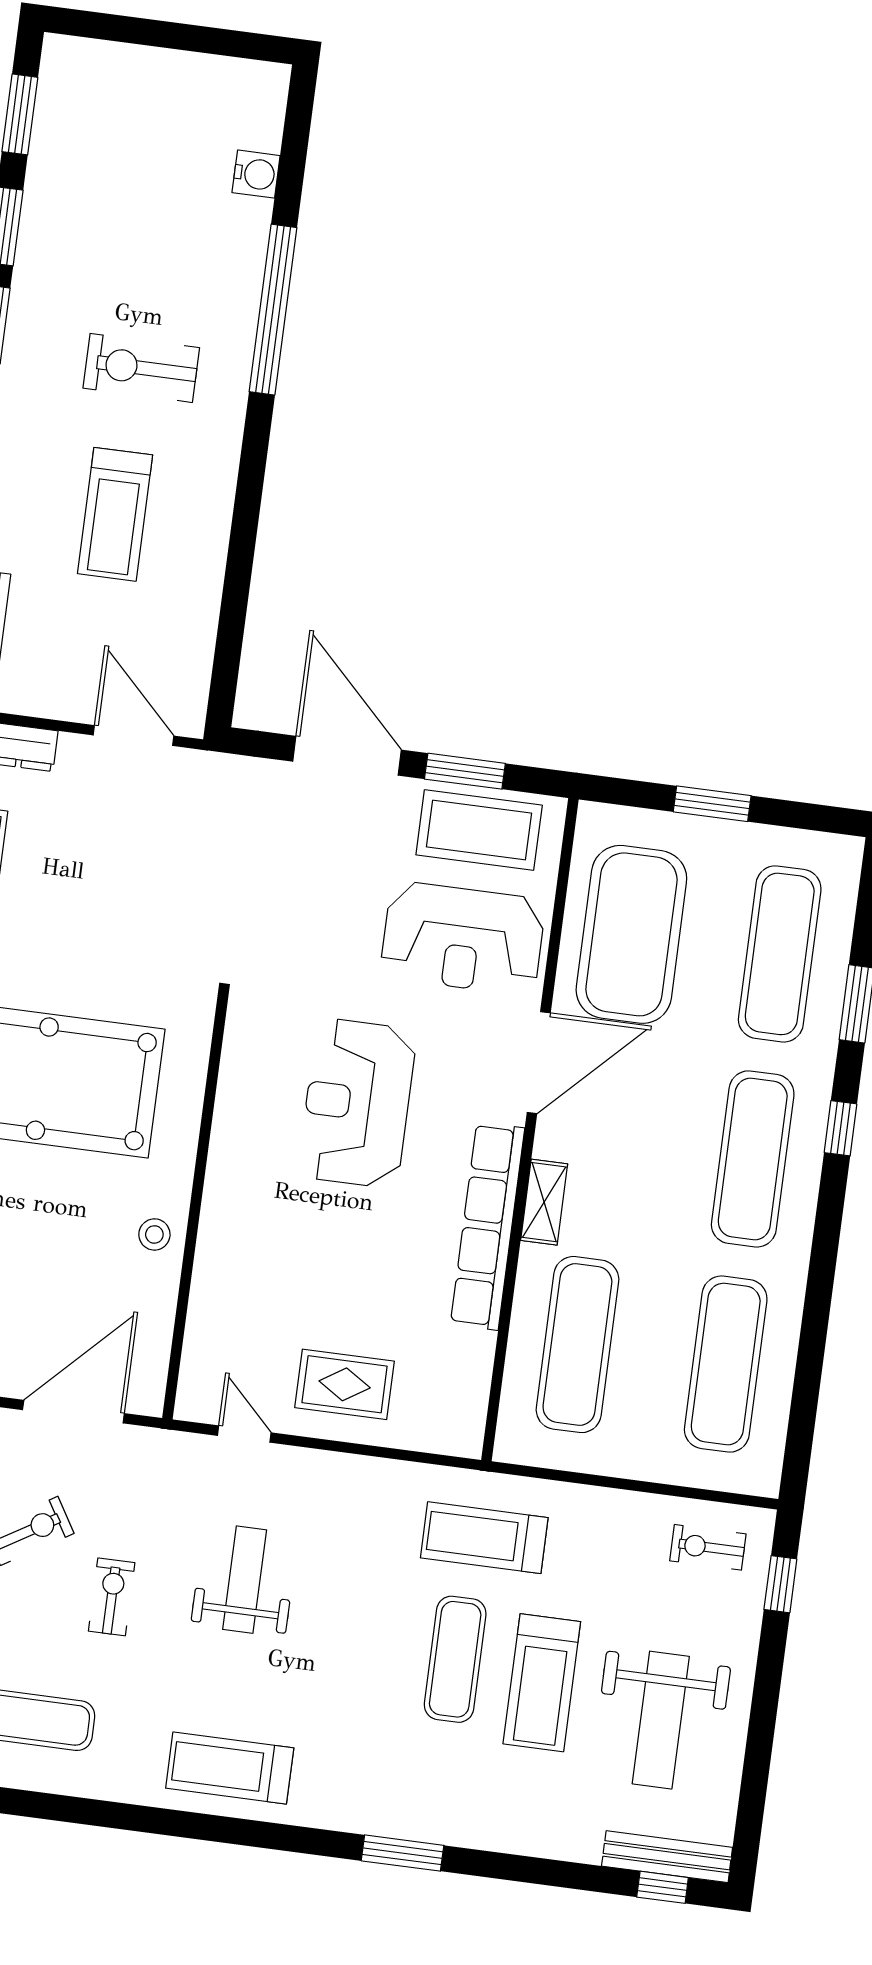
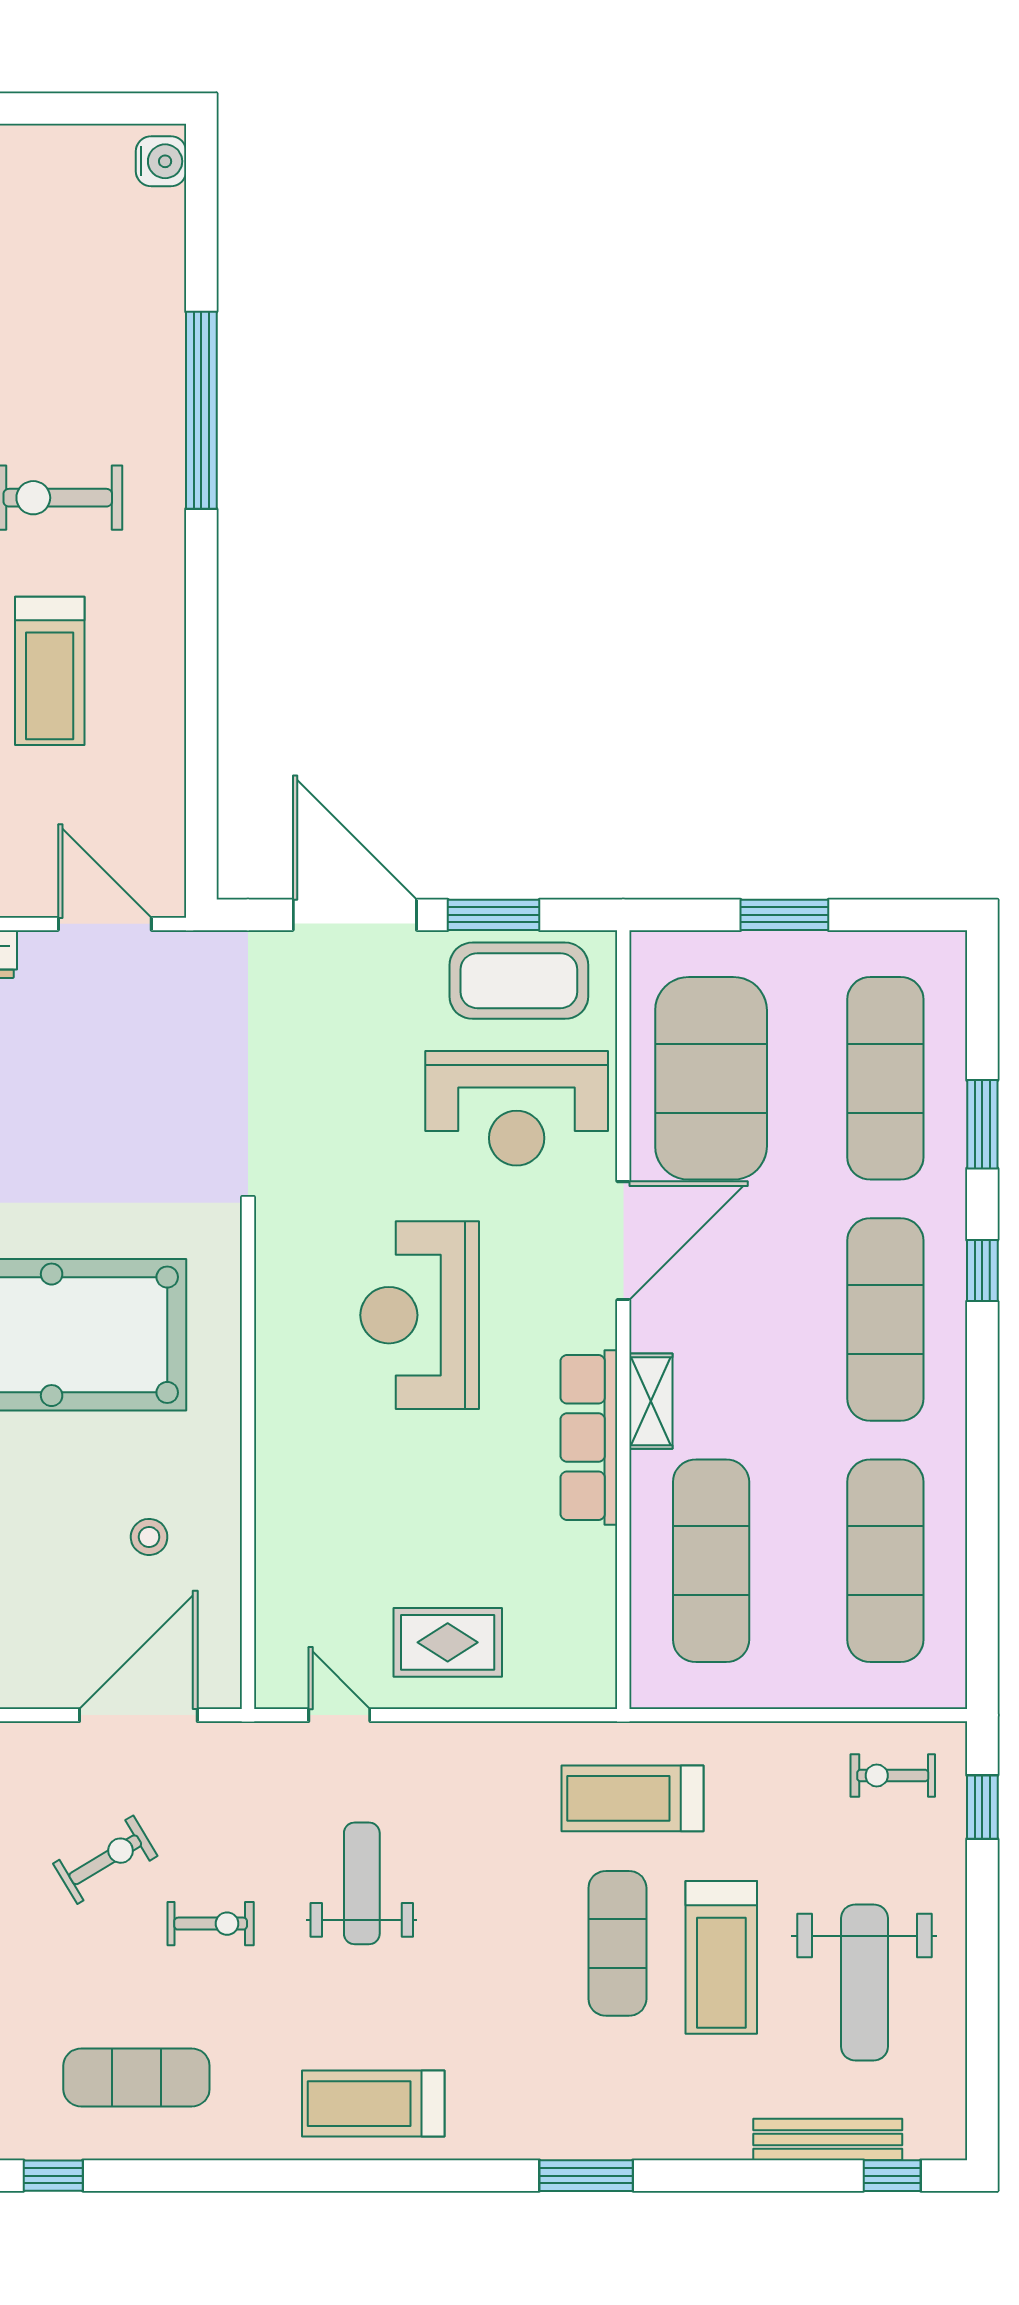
water cooler: (256, 174) -> (161, 161), moved
row of seats: (487, 1226) -> (589, 1438), width x0.73
stool: (154, 1234) -> (149, 1537), moved
exercise bike: (112, 1597) -> (211, 1924), turned 90
bench: (667, 1857) -> (828, 2140), moved

